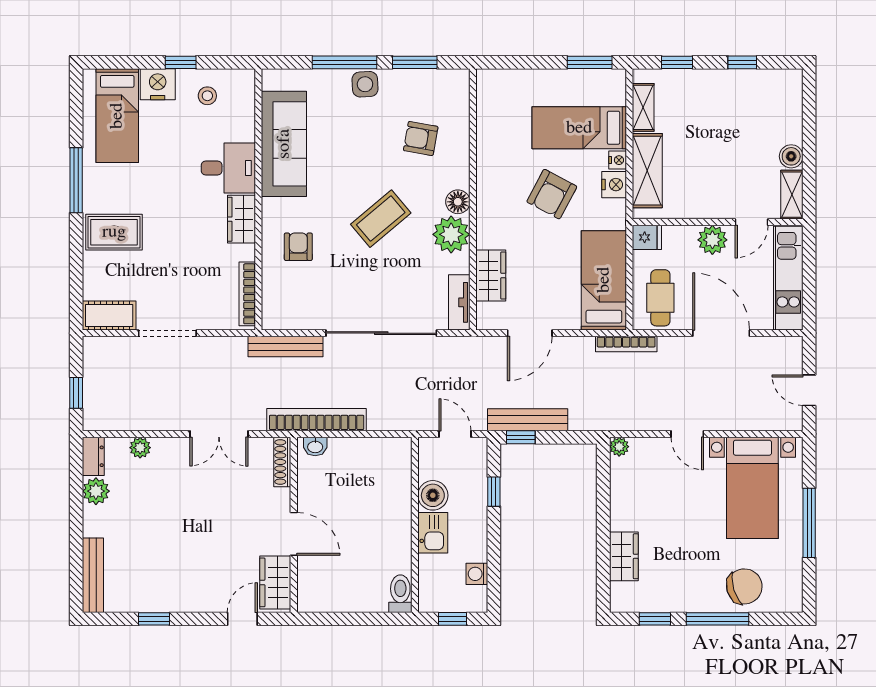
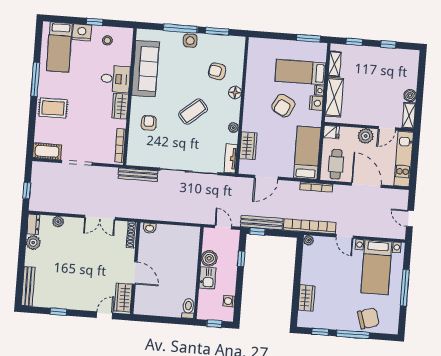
floor lamp: (458, 202) -> (235, 92), moved
plant: (451, 234) -> (233, 128), width x0.53, depth x0.53
bookcase: (317, 420) -> (310, 226), moved

